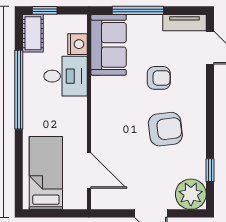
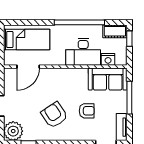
desk: (65, 76) -> (83, 52), width x1.37
armchair: (159, 78) -> (87, 111), turned -90
armchair: (165, 129) -> (54, 115), turned 153

